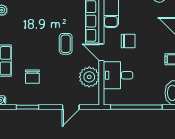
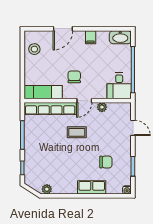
desk: (118, 75) -> (119, 86), moved
plant: (89, 77) -> (102, 107), width x0.53, depth x0.53

